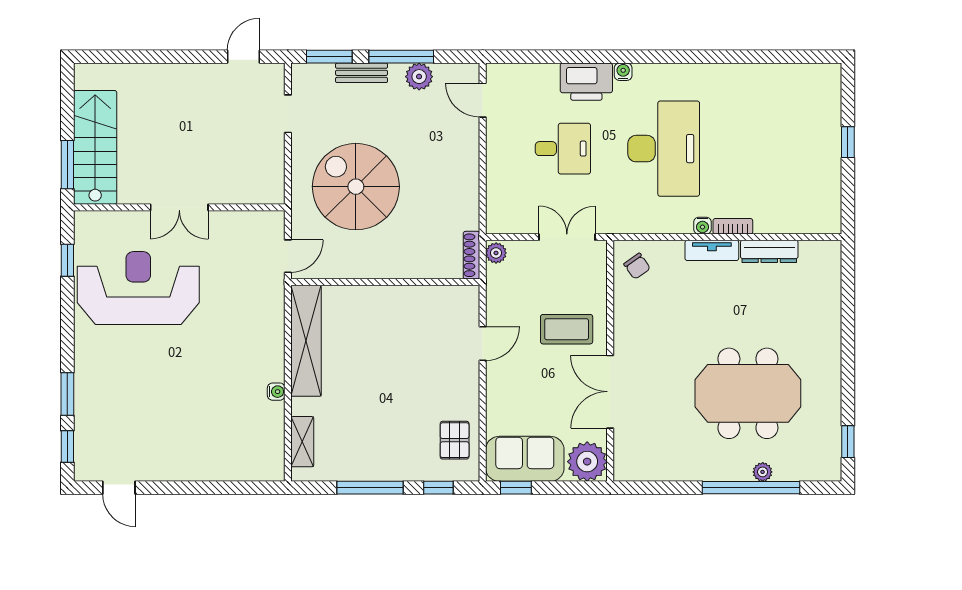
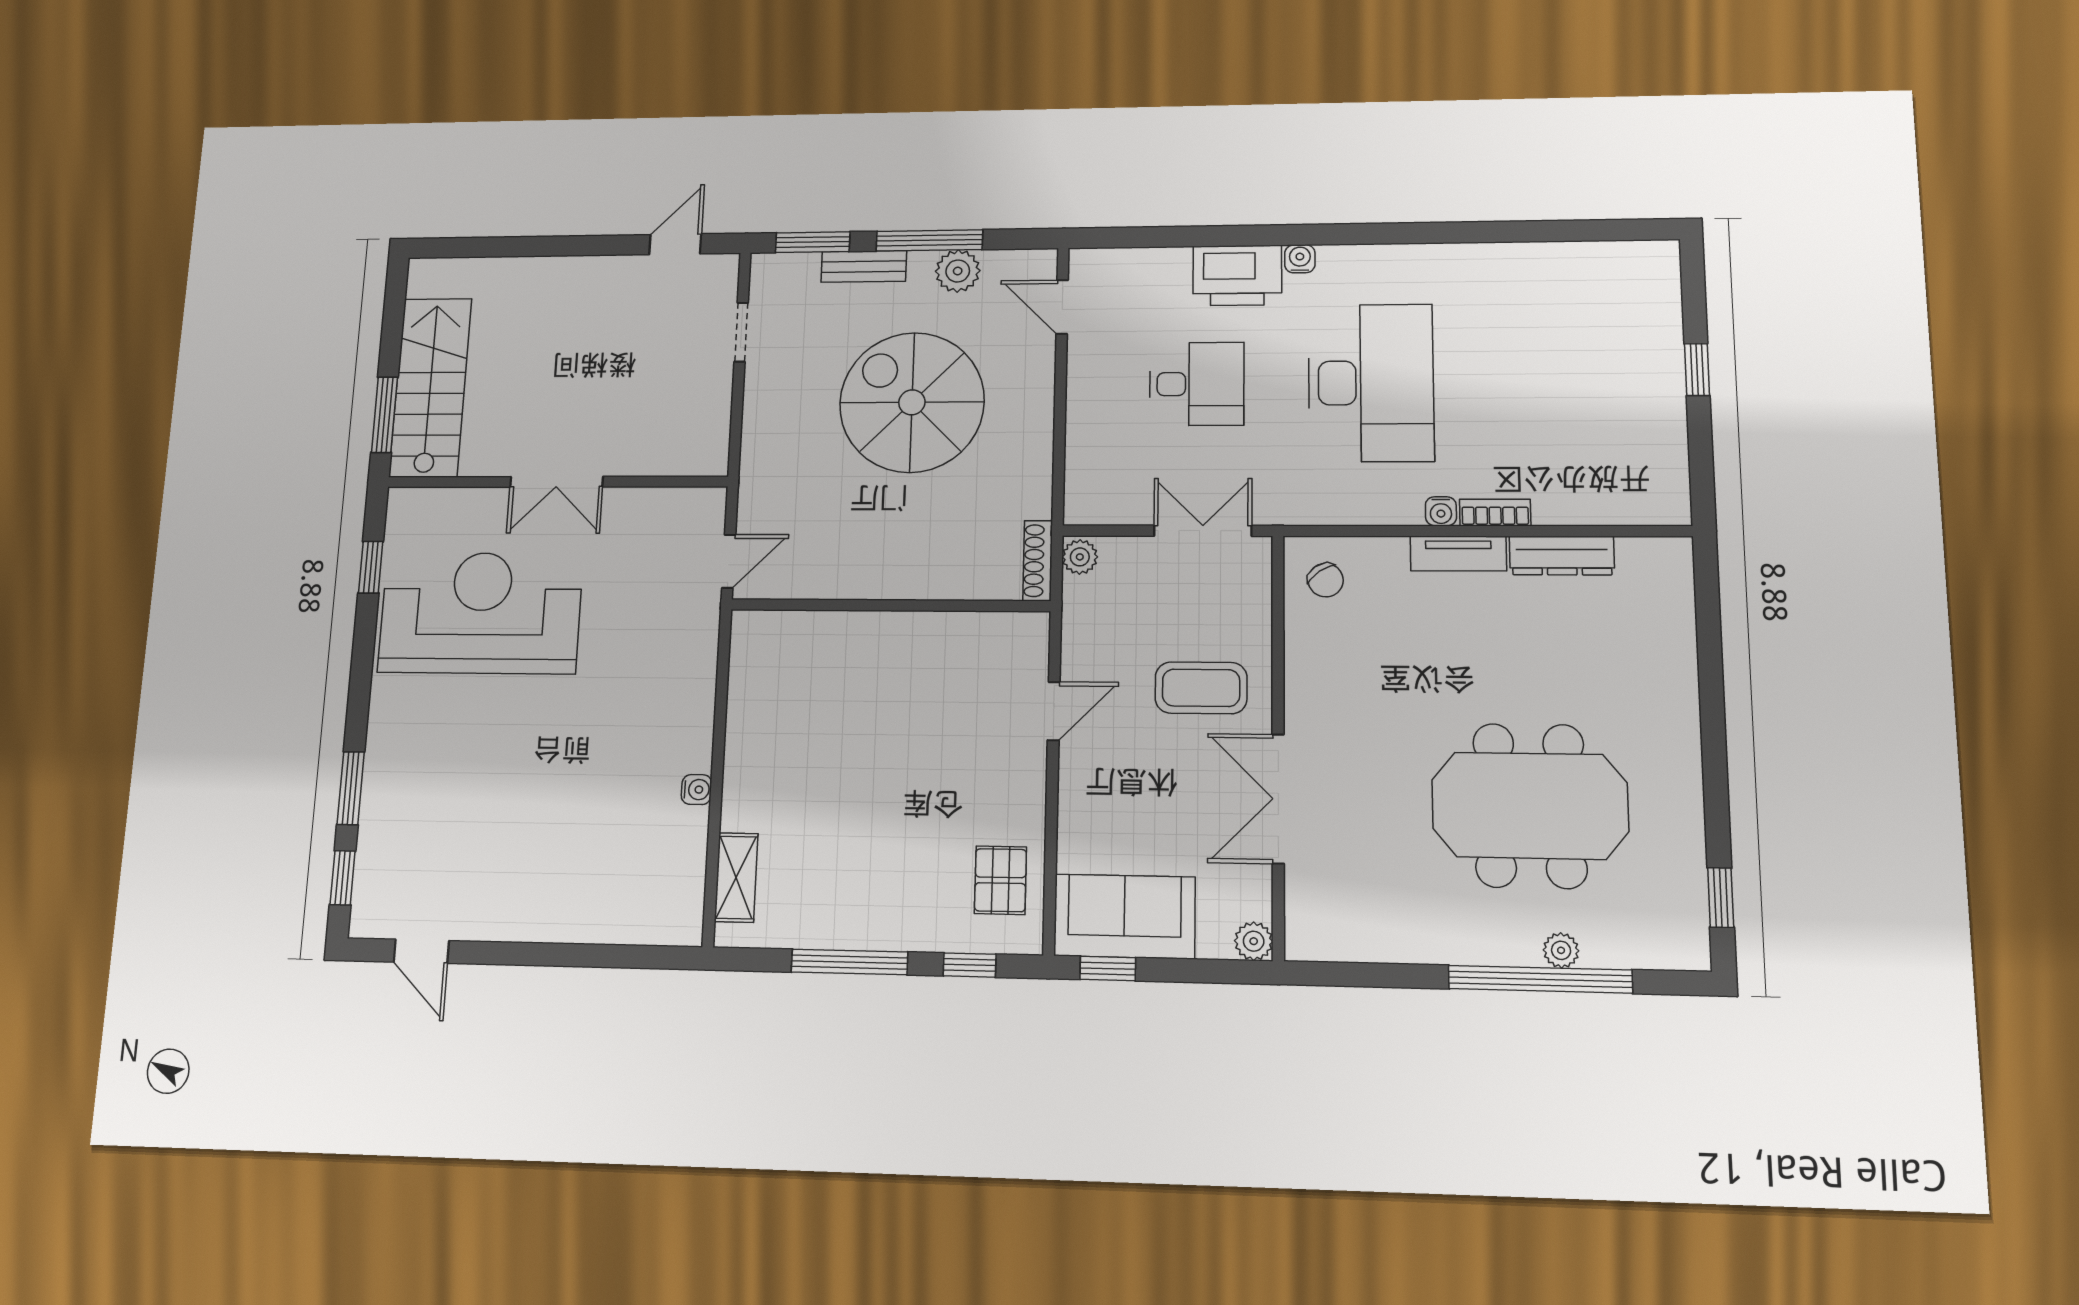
spiral stairs: (356, 187) -> (912, 402), moved
shelving: (306, 341) -> (752, 703), removed
plant: (587, 462) -> (1254, 941), width x0.53, depth x0.53

